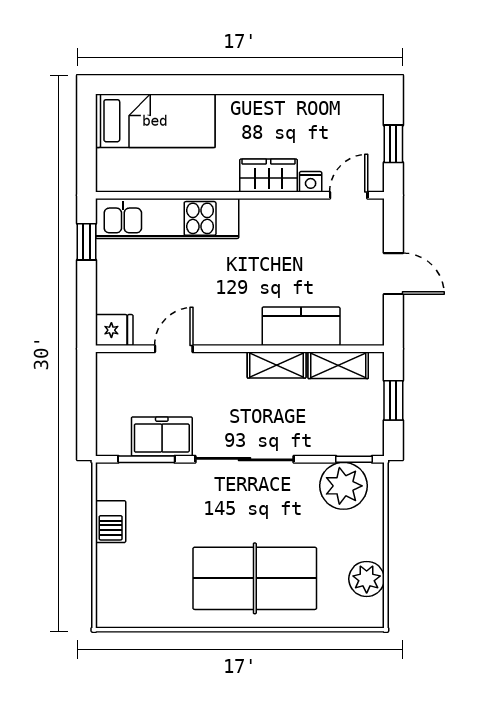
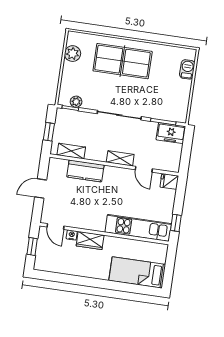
door: (349, 195) -> (55, 226), hinge flipped
door: (393, 274) -> (41, 188), hinge flipped
door: (174, 349) -> (144, 169), hinge flipped
shelving: (277, 365) -> (120, 158), moved
freezer: (162, 436) -> (171, 133), moved
plant: (343, 486) -> (76, 102), width x0.53, depth x0.53
barbecue: (111, 522) -> (187, 69), moved

